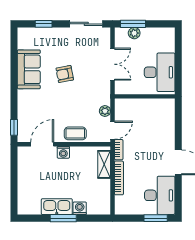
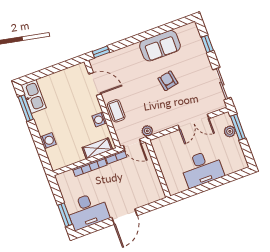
wall: (145, 96) -> (158, 169), moved
washing machine: (63, 152) -> (99, 119), moved
kitchen sink: (57, 207) -> (34, 96), moved
window: (63, 218) -> (26, 108), moved

